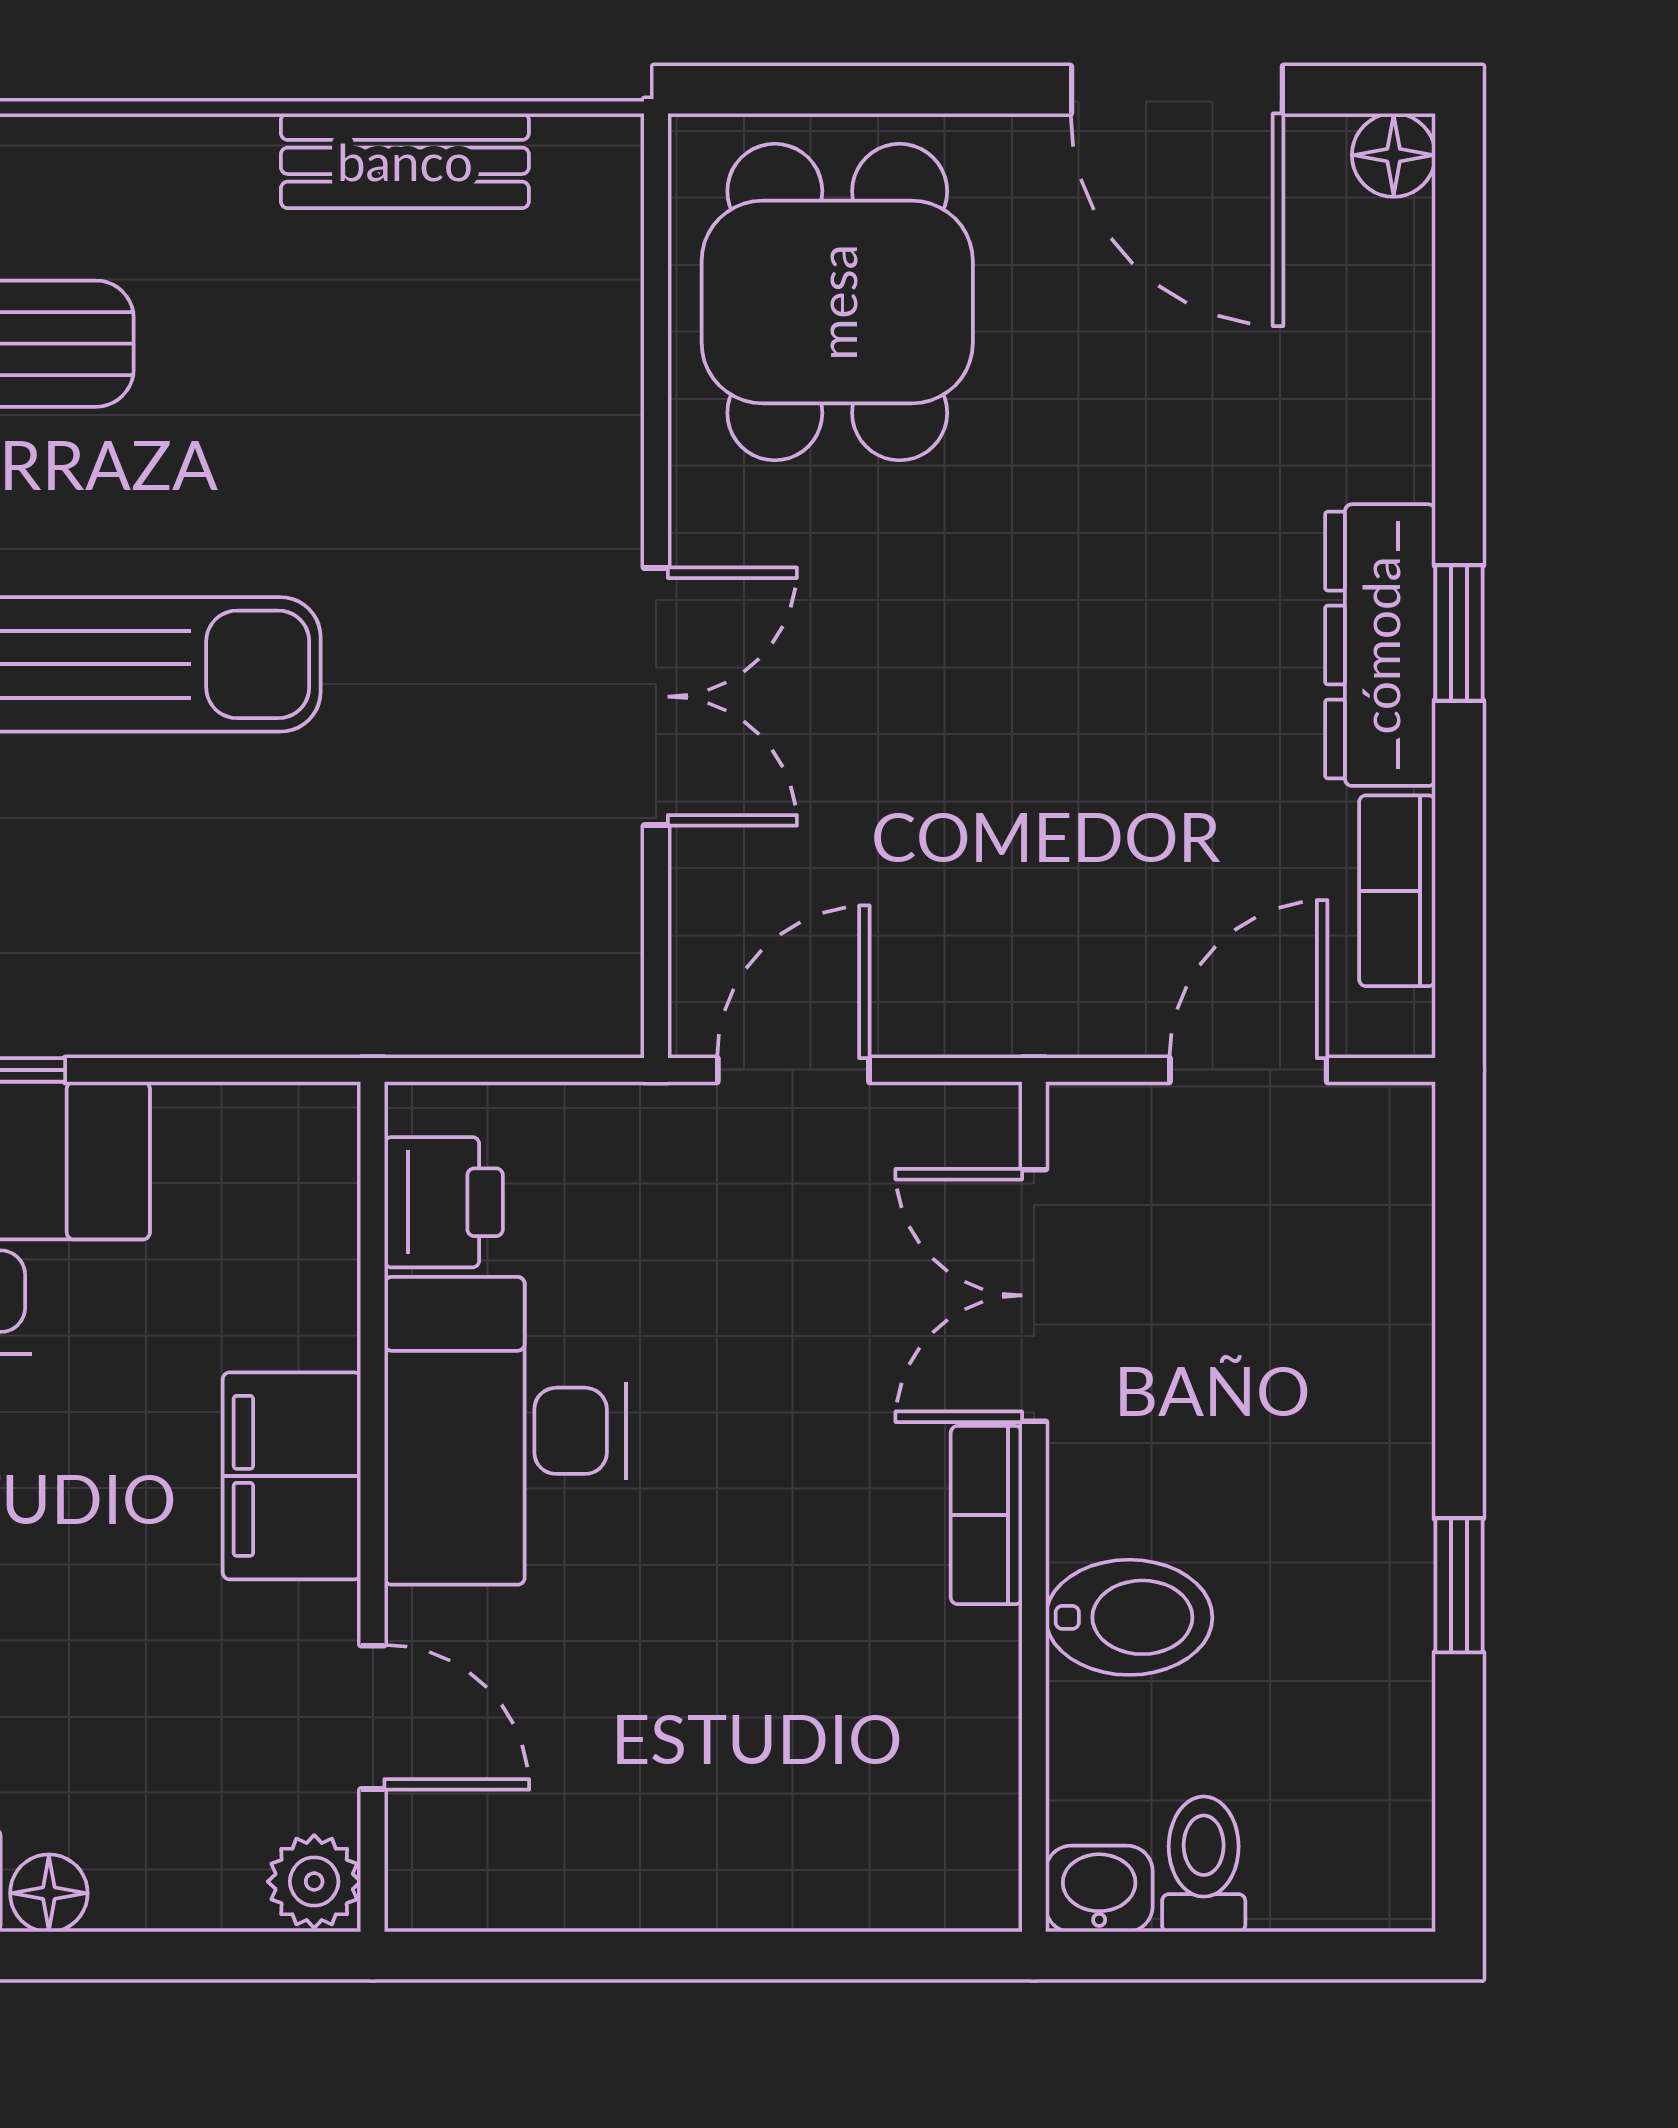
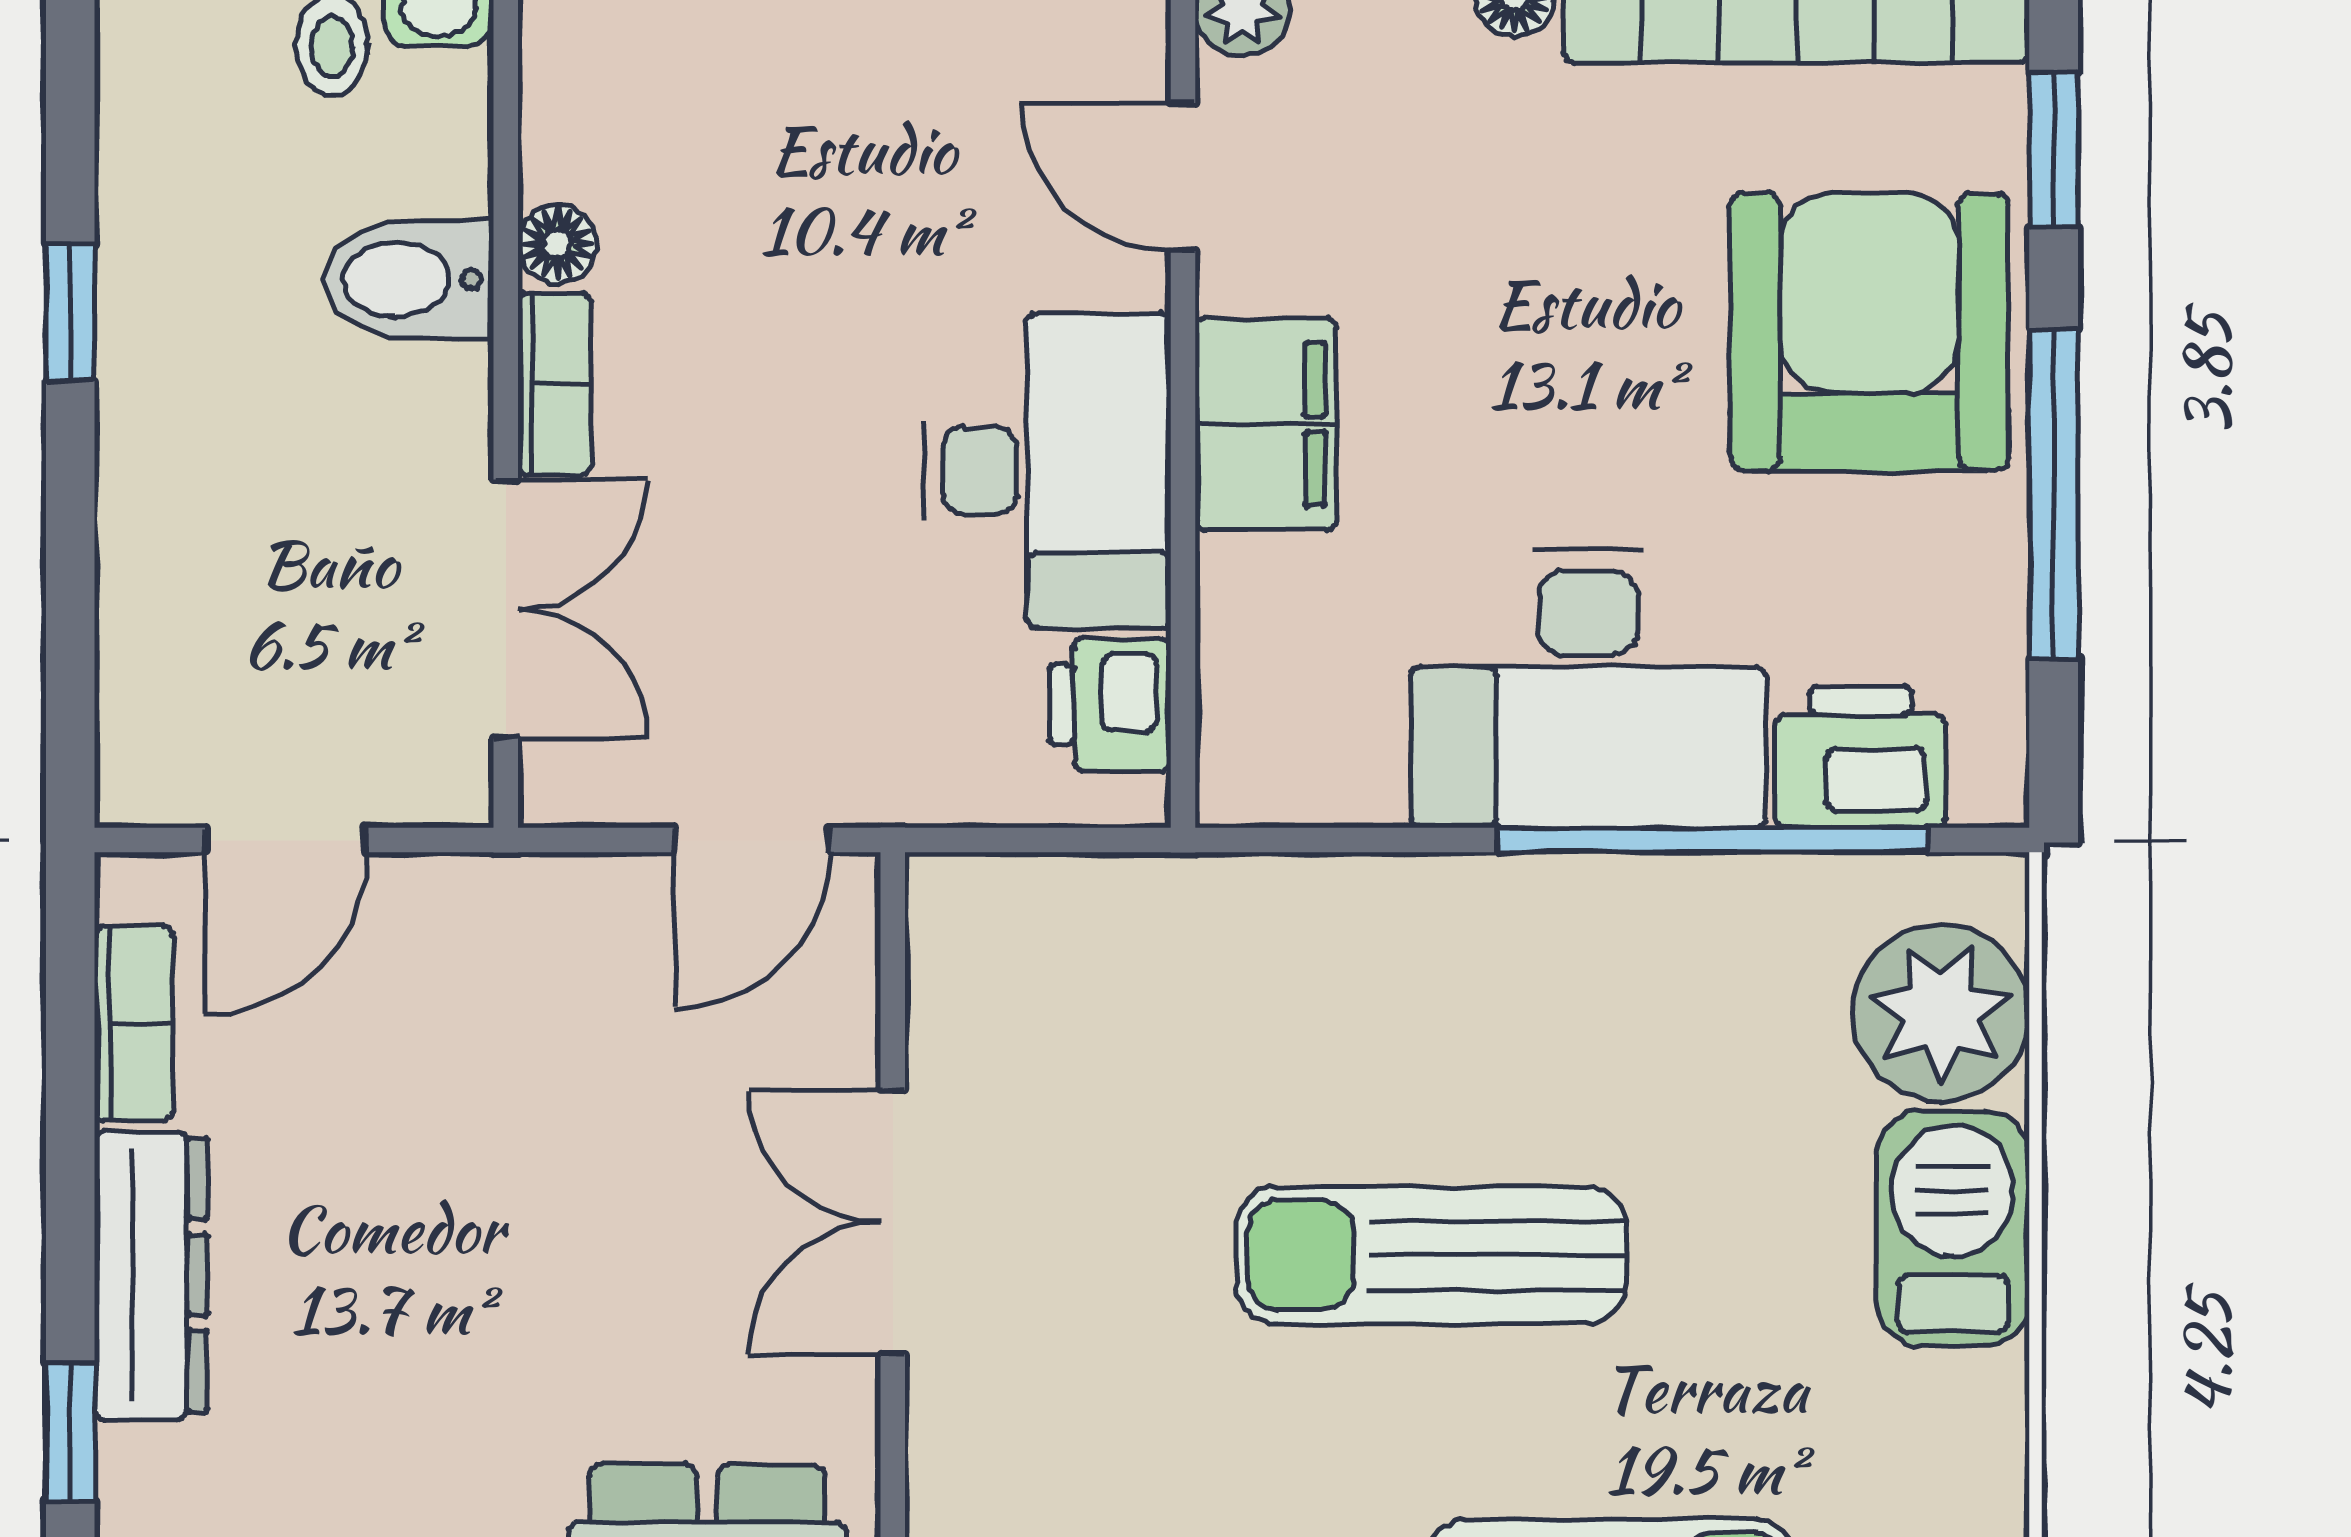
window: (1459, 633) -> (70, 1432), moved
floor lamp: (983, 1652) -> (557, 244), added

